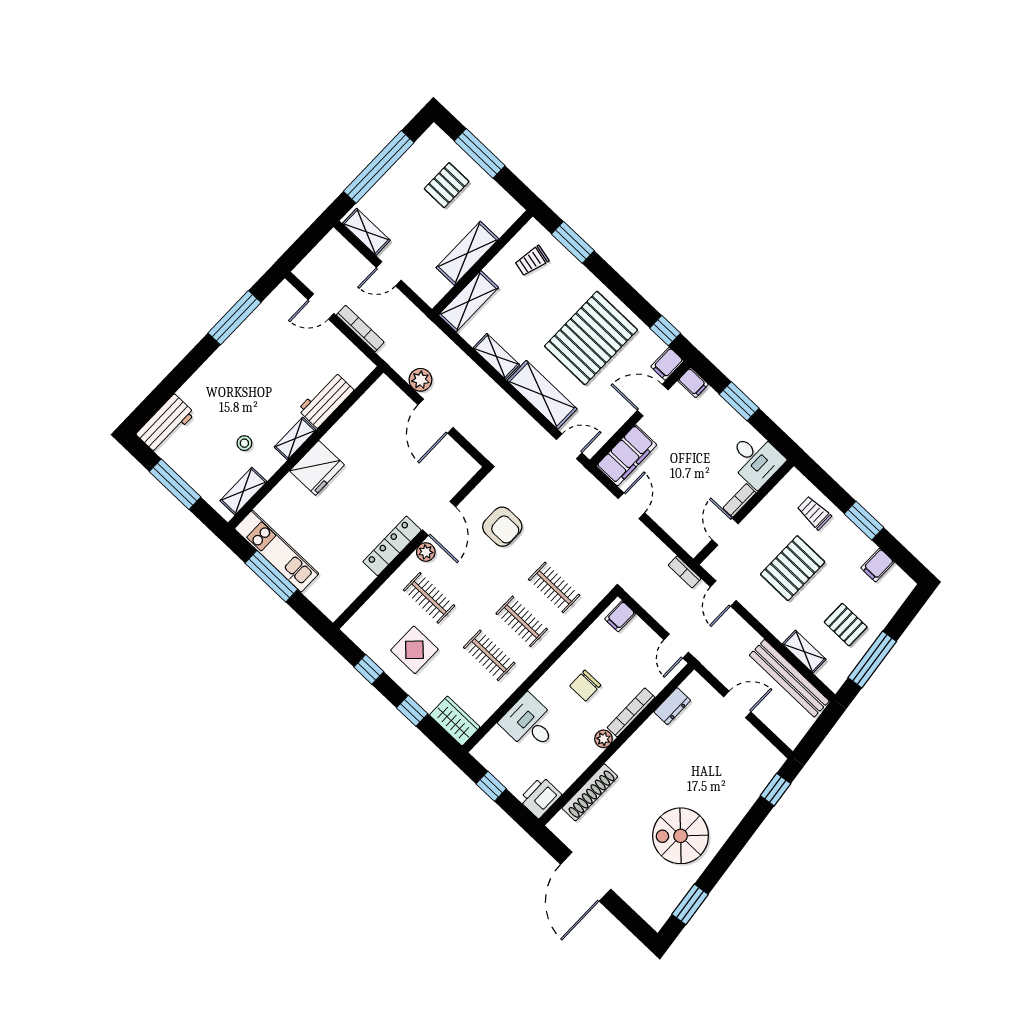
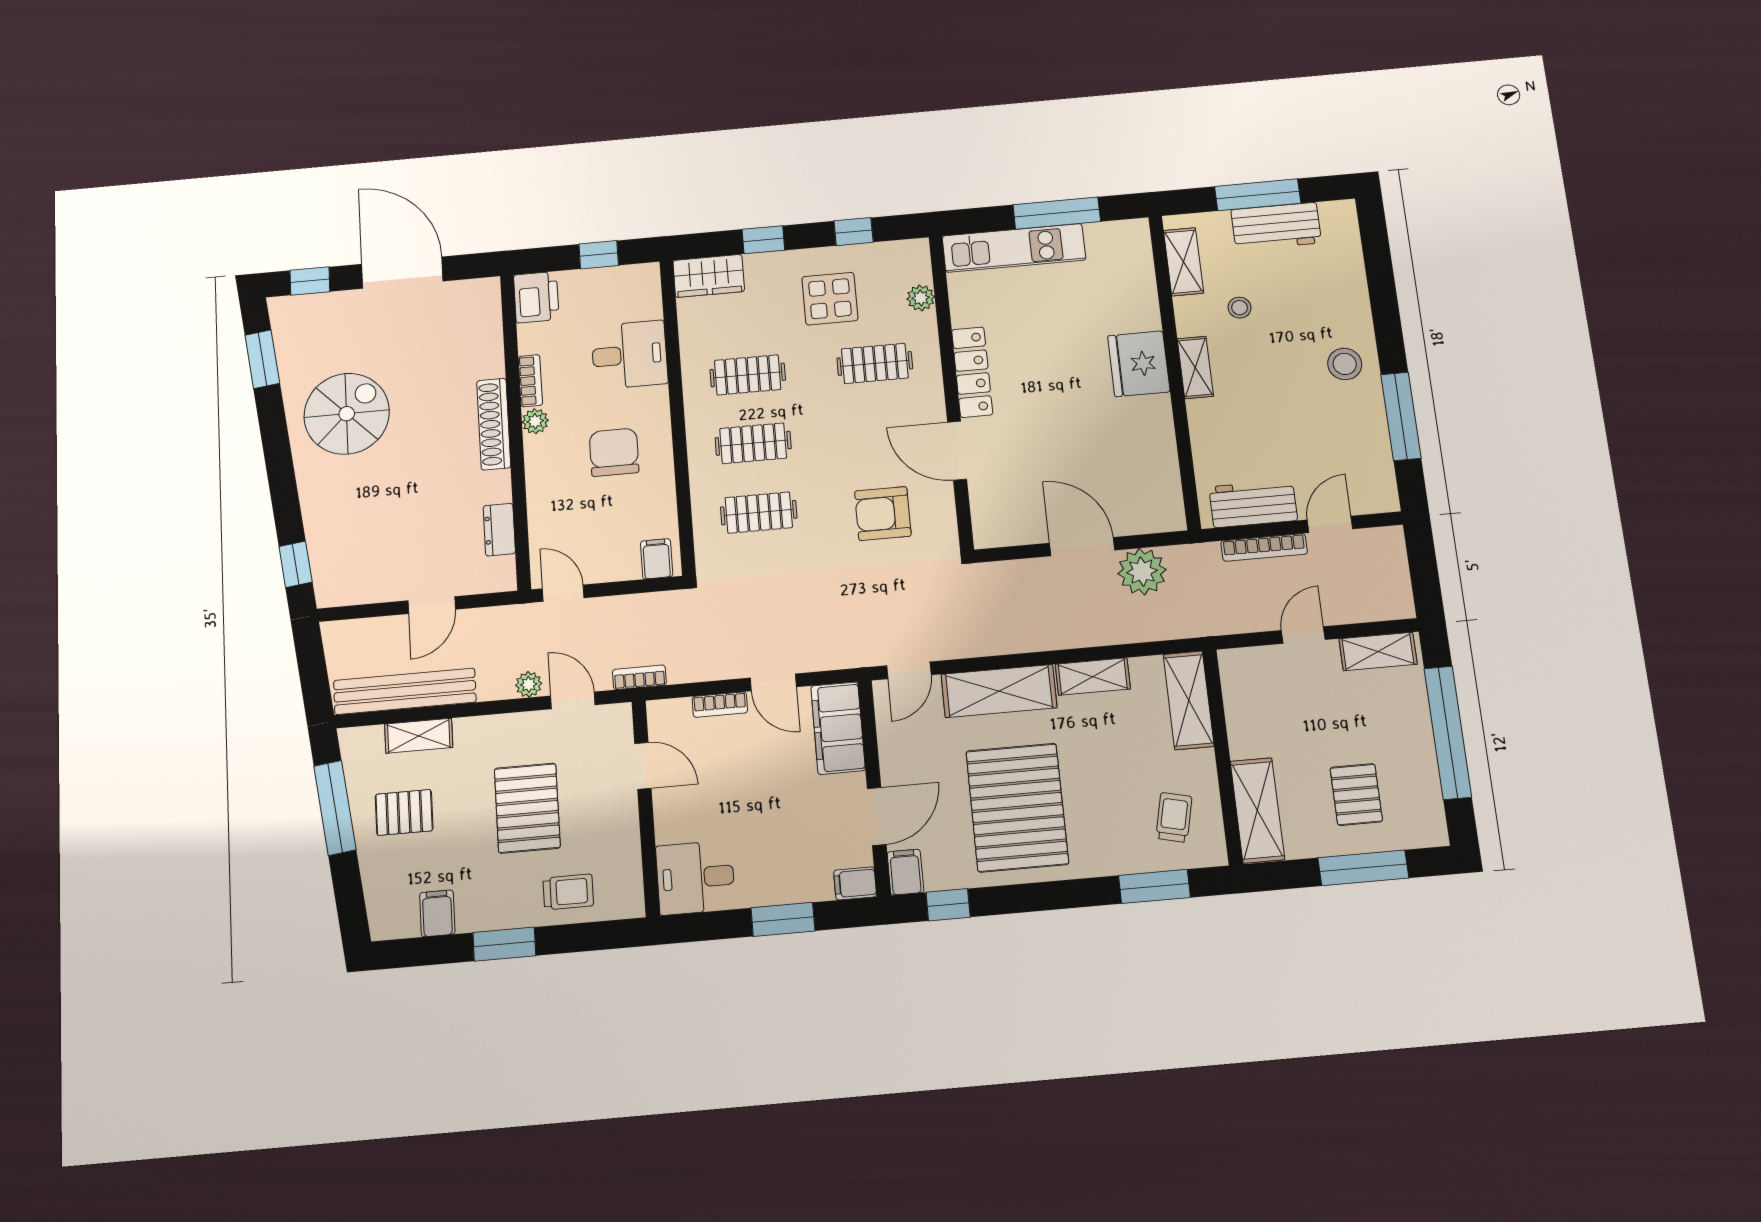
shelving: (467, 253) -> (1257, 810), moved
stool: (230, 367) -> (1345, 364), added
plant: (420, 380) -> (1142, 572), width x1.36, depth x1.36
workbench: (326, 400) -> (1253, 504), moved, turned -90
workbench: (165, 424) -> (1276, 226), moved, turned -90
bookcase: (739, 500) -> (720, 705), moved, turned 90
kitchen unit: (277, 551) -> (1014, 248), moved
plant: (426, 552) -> (921, 298), moved
plant: (734, 622) -> (529, 684), added
chair: (585, 686) -> (614, 452), width x1.37, depth x1.37
bookcase: (631, 712) -> (530, 381), moved, width x0.64
shoe rack: (590, 792) -> (494, 424), moved
window: (630, 919) -> (310, 281), added

